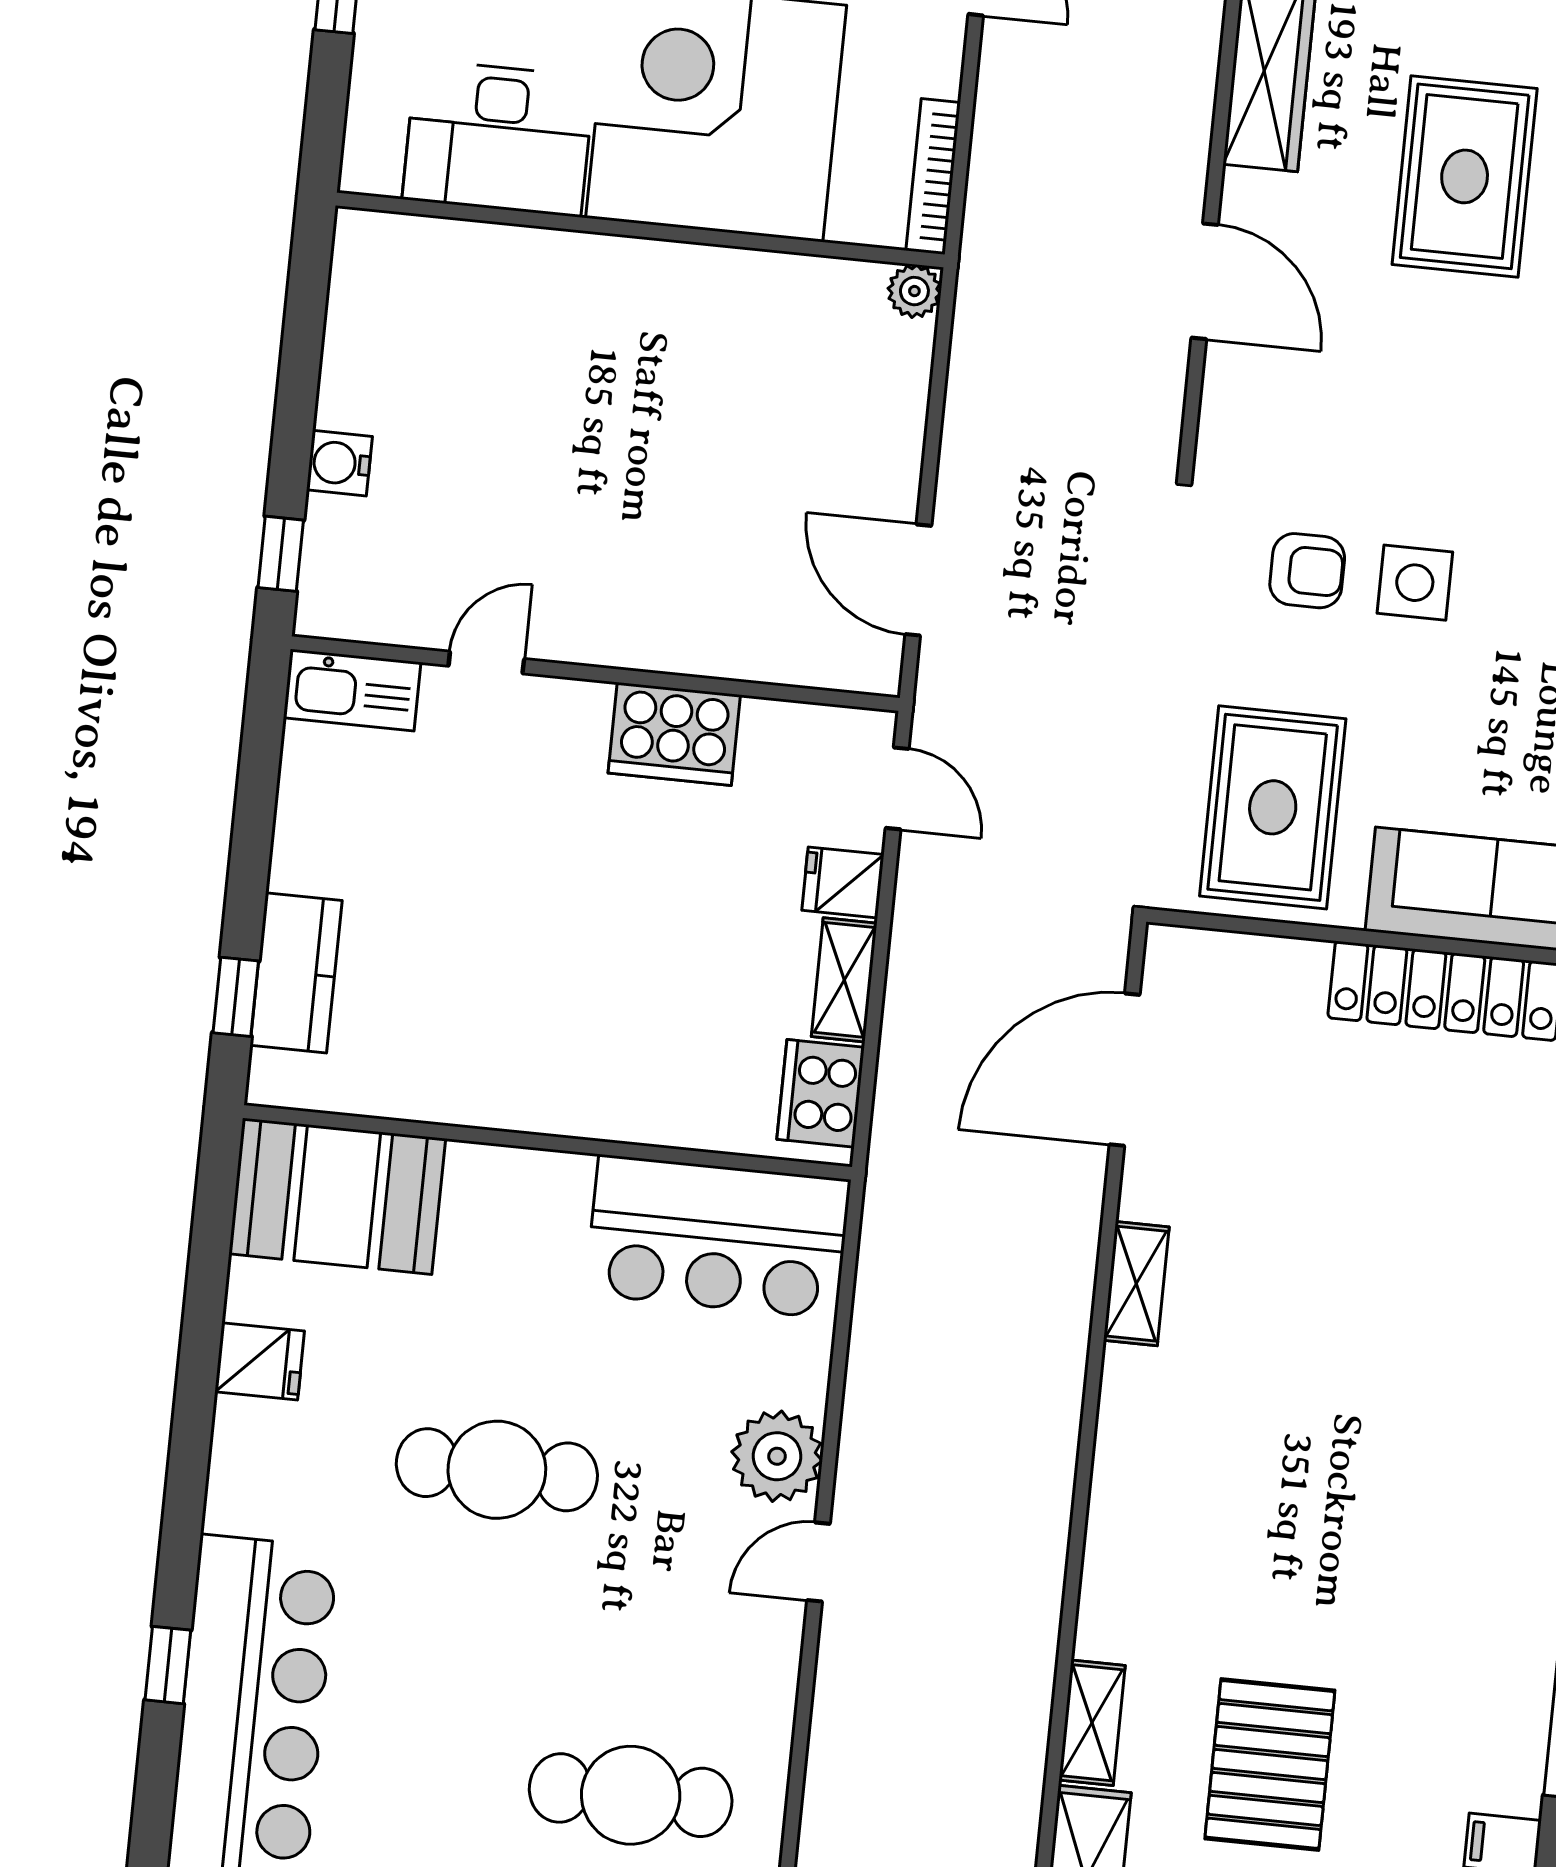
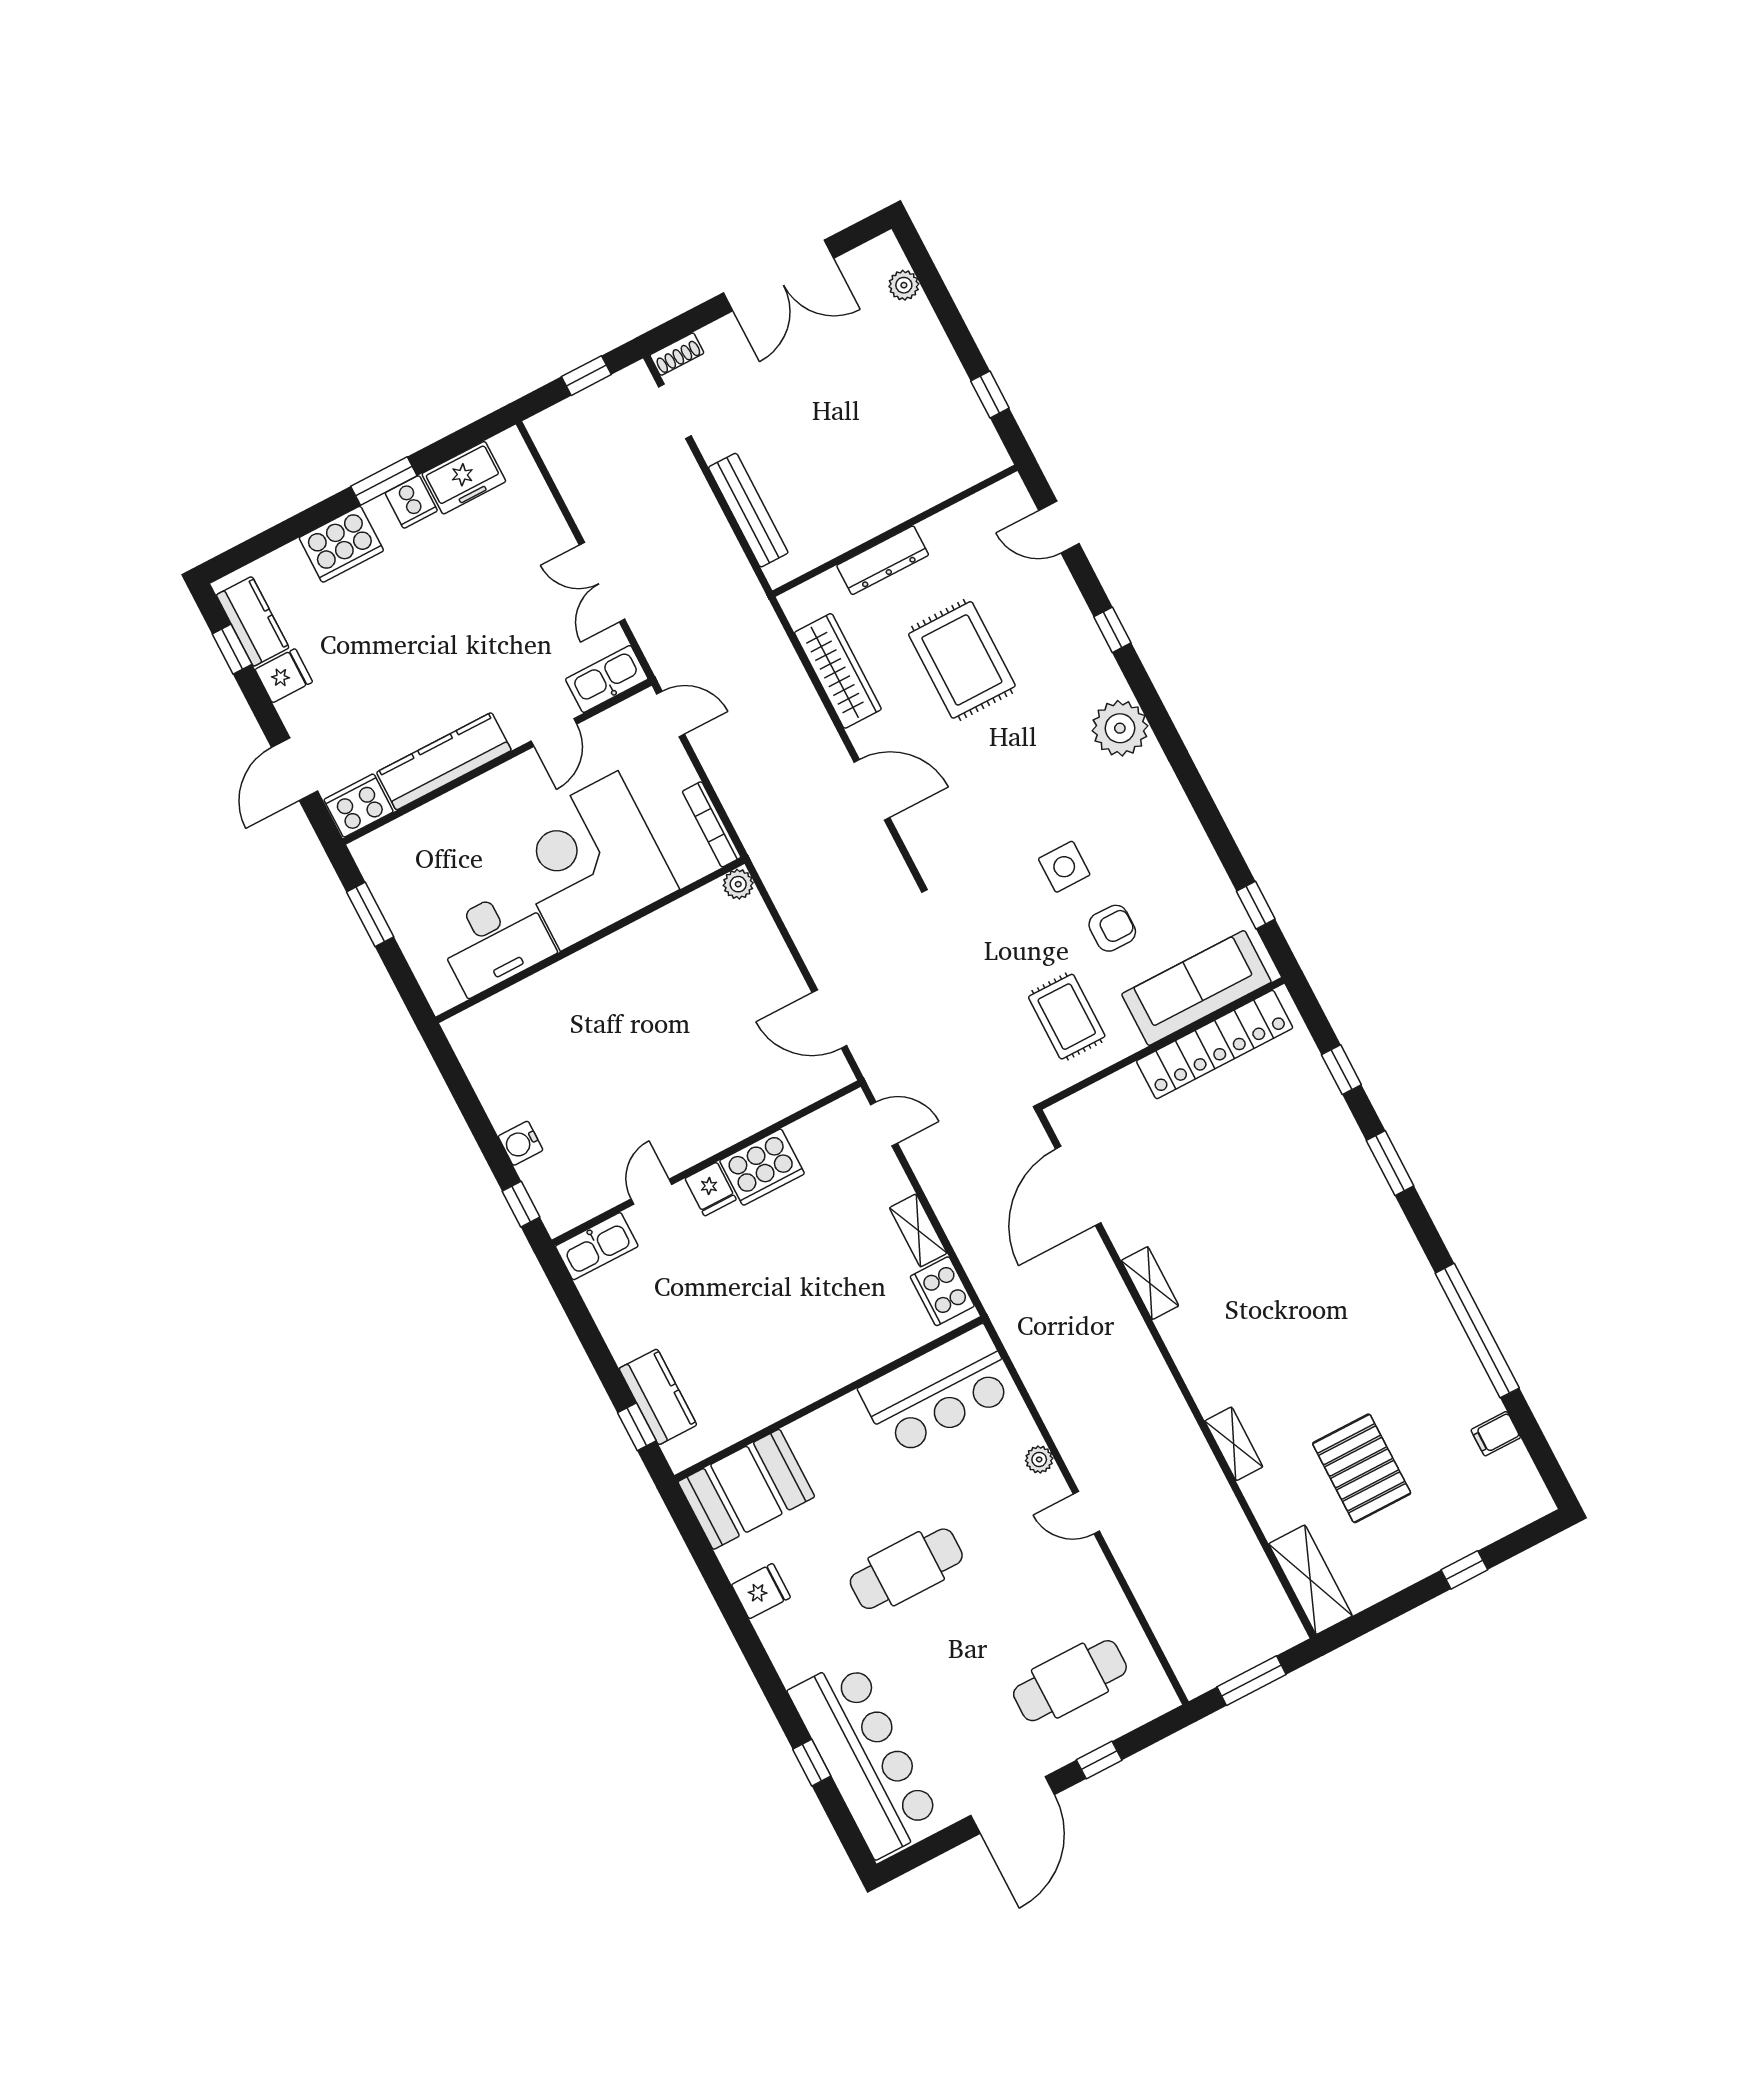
armchair: (1307, 571) -> (1112, 928), moved
rug: (1273, 807) -> (1067, 1017), width x0.73, depth x0.70
fridge: (843, 882) -> (711, 1189), moved, turned -90
plant: (777, 1456) -> (1039, 1459), width x0.53, depth x0.53
door: (819, 1562) -> (1086, 1513), hinge flipped
shelving: (1092, 1723) -> (1234, 1444), moved

